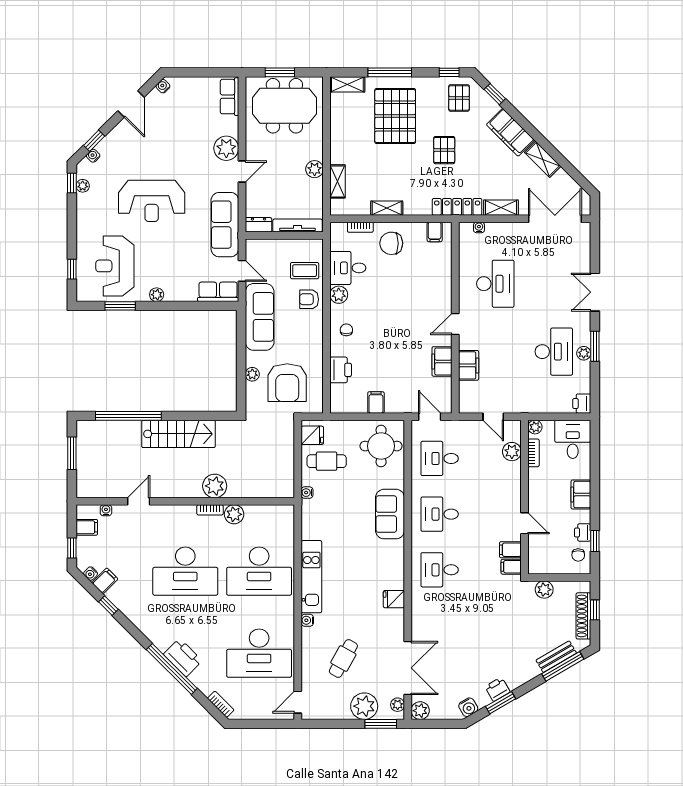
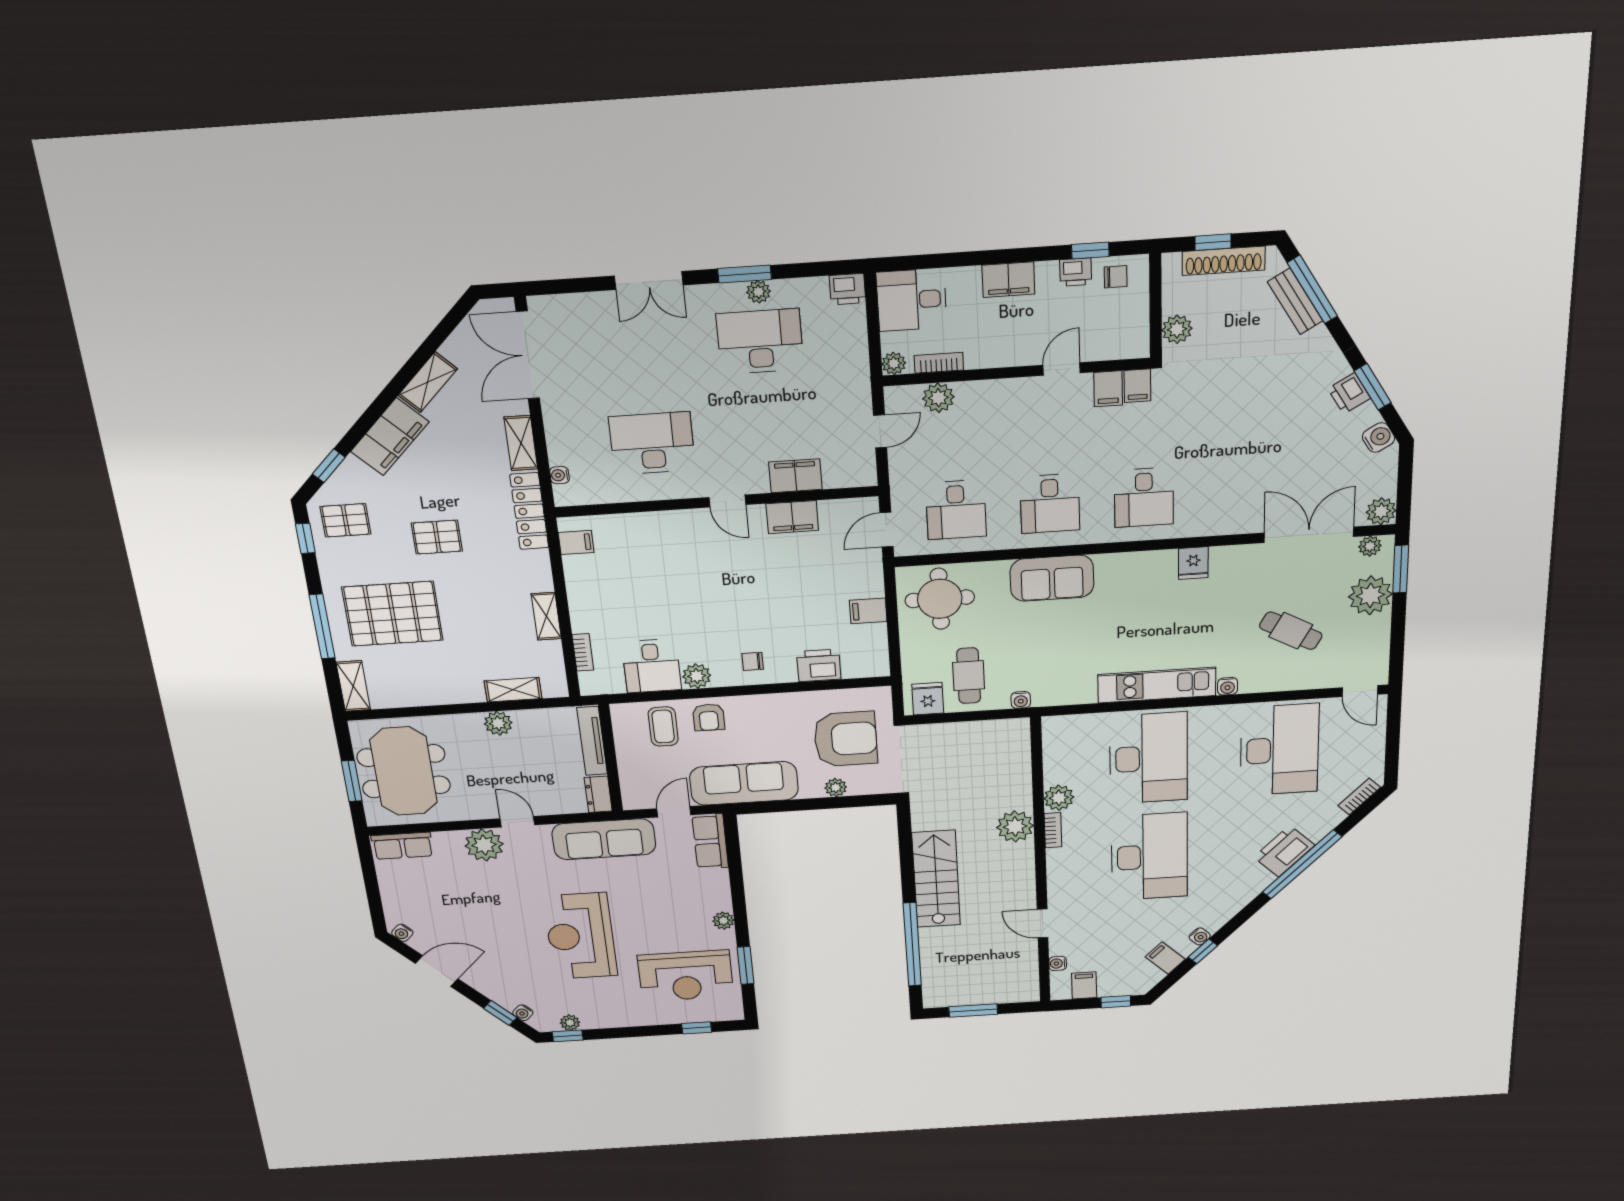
reception desk: (152, 201) -> (580, 936), turned 180
chair: (391, 243) -> (603, 606), removed
water cooler: (91, 574) -> (1200, 936), moved

